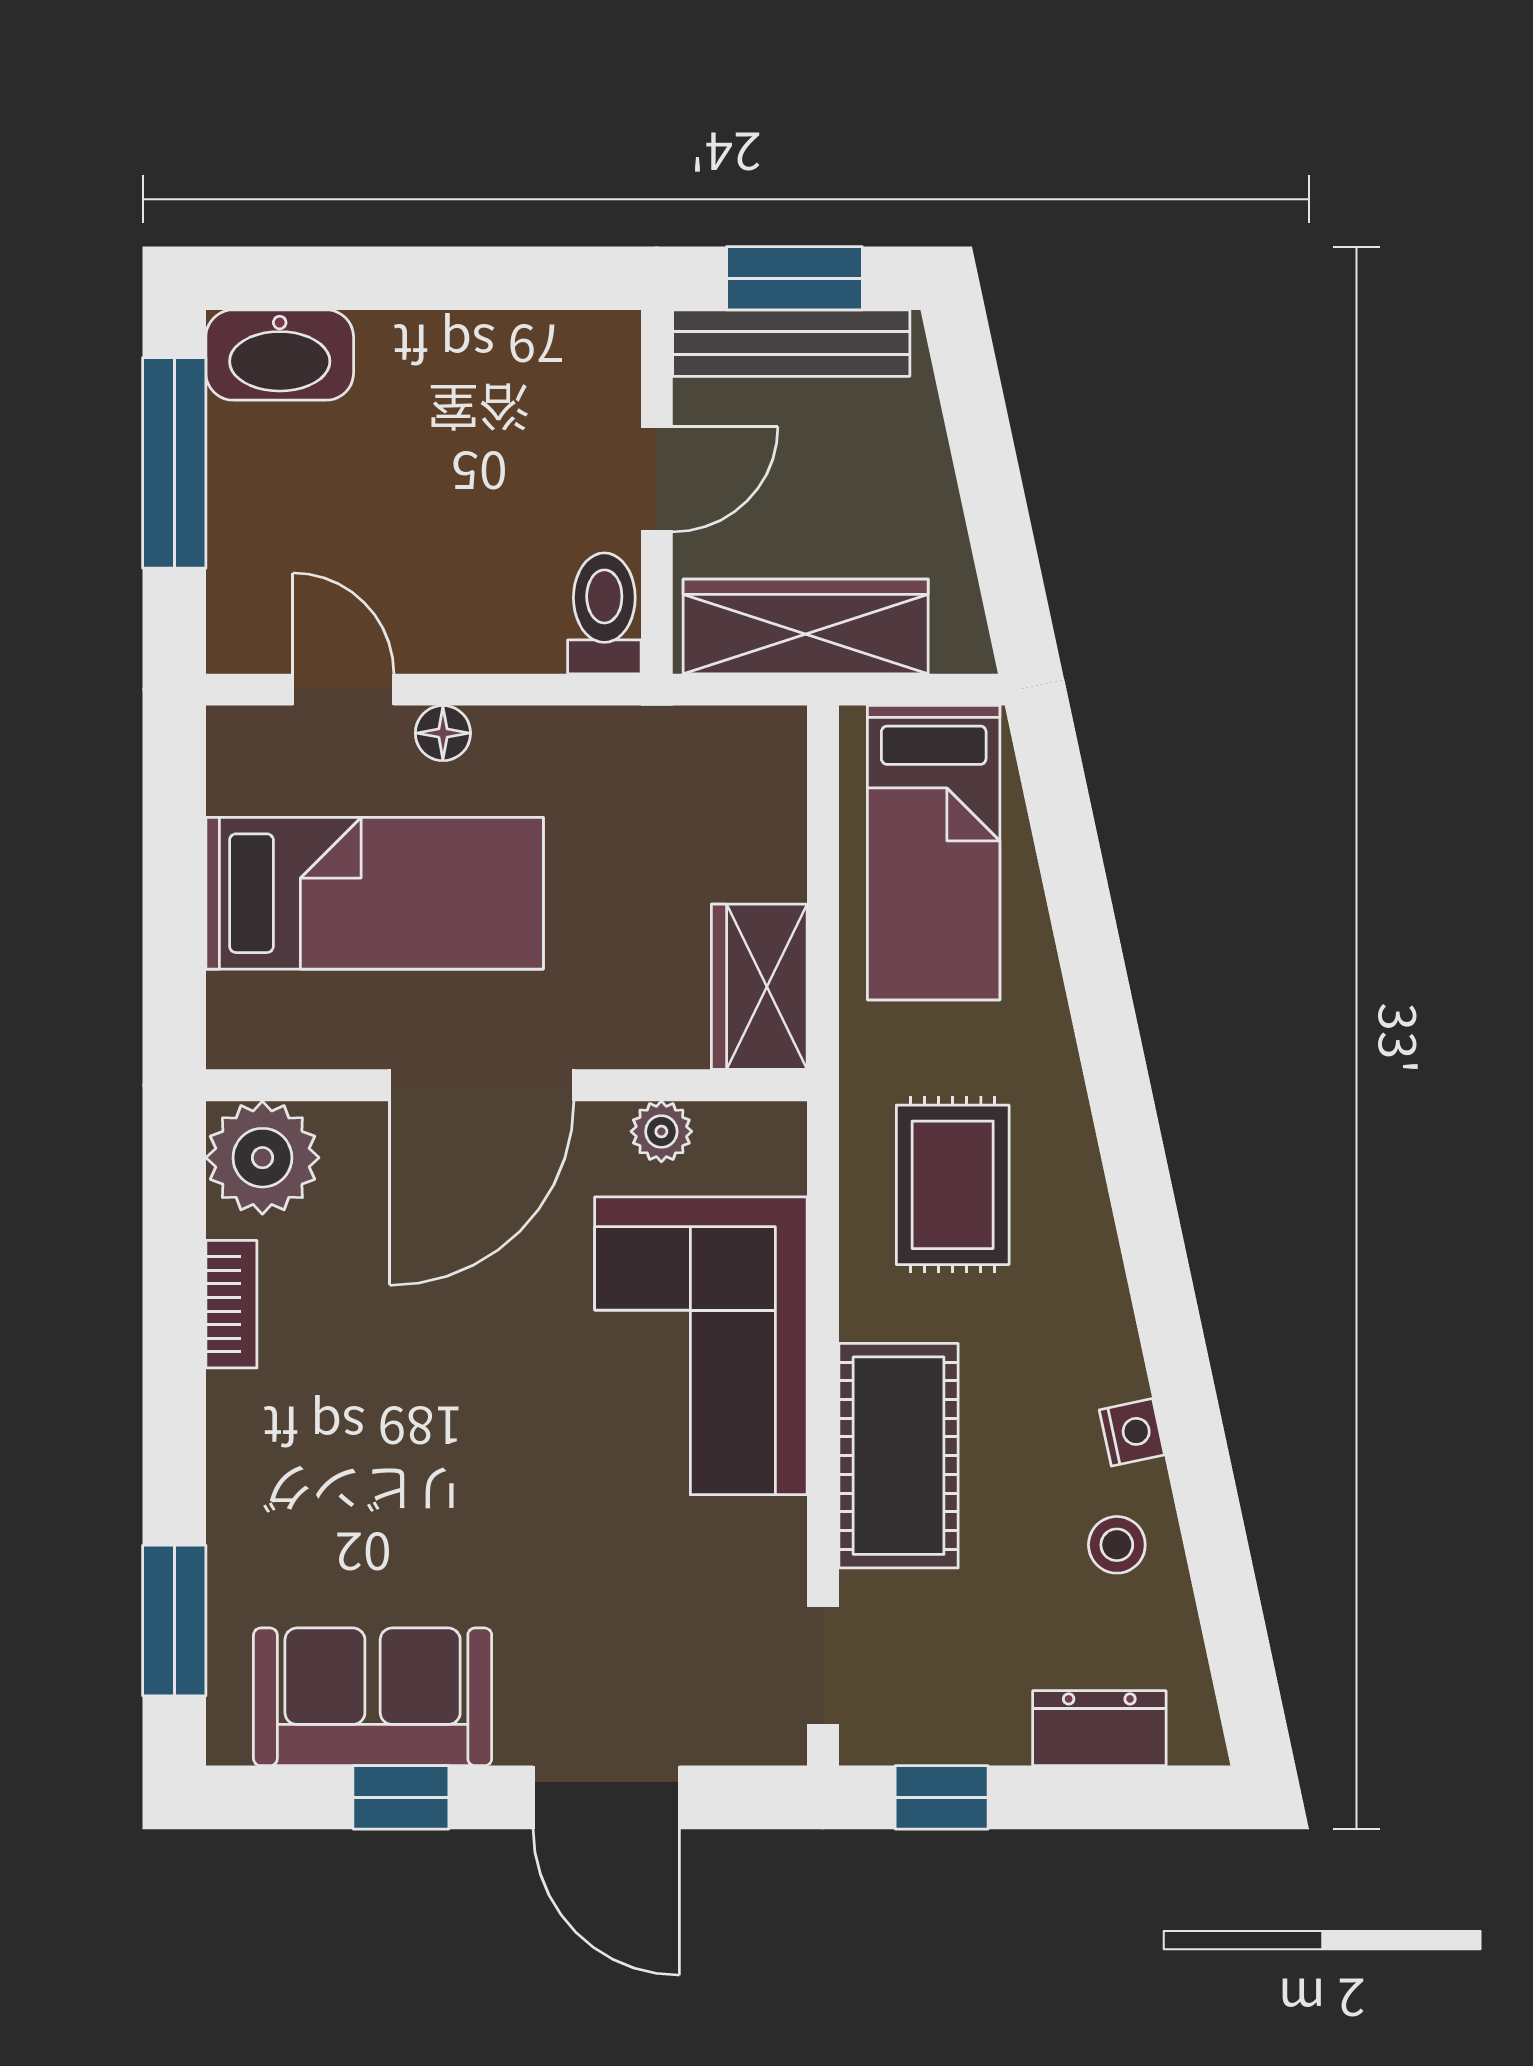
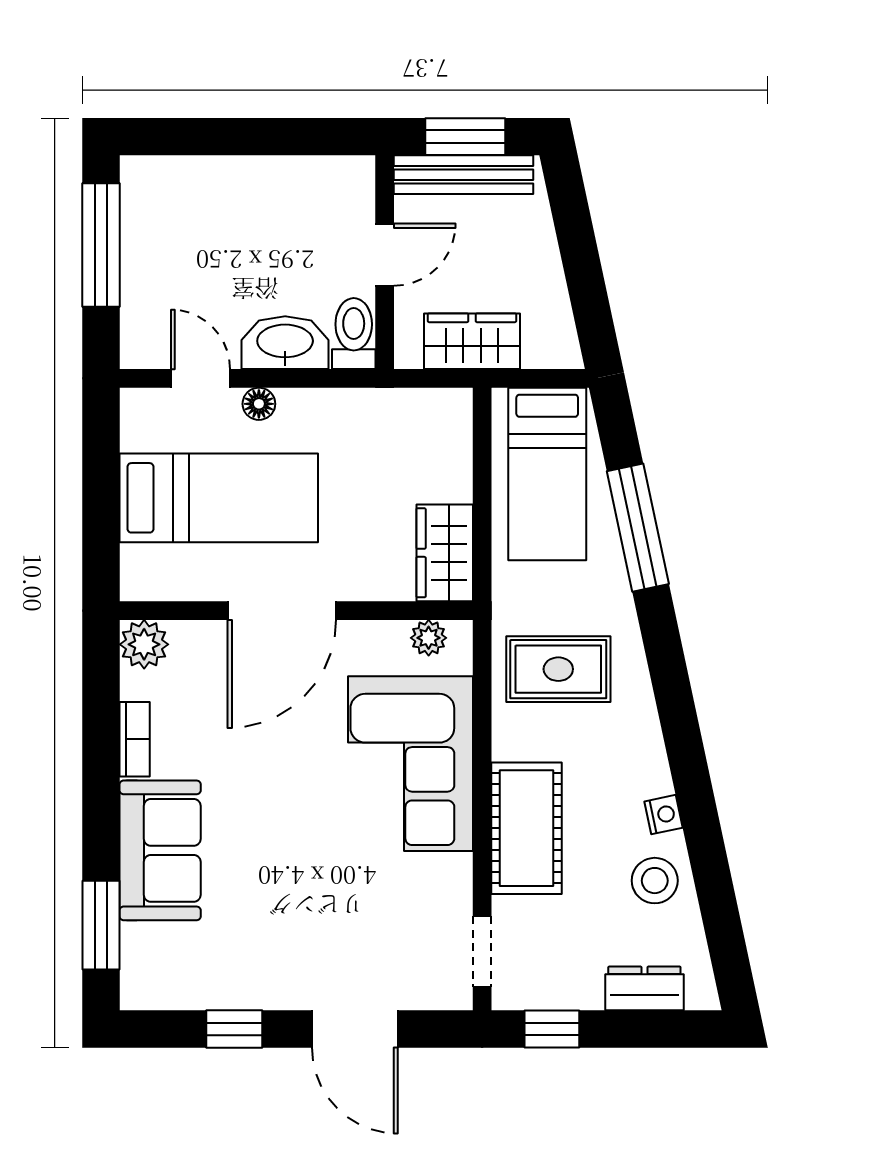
washbasin: (280, 355) -> (285, 343), moved, turned 180
wardrobe: (806, 626) -> (472, 341), width x0.67
window: (1088, 944) -> (638, 528), added
plant: (661, 1131) -> (429, 638), moved
plant: (262, 1158) -> (144, 644), width x0.73, depth x0.73
rug: (953, 1185) -> (558, 669), turned 90
stool: (1117, 1545) -> (655, 881), width x1.37, depth x1.37
sofa: (373, 1697) -> (160, 850), moved, turned 90

